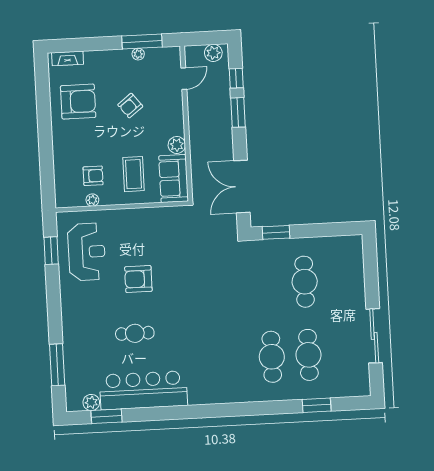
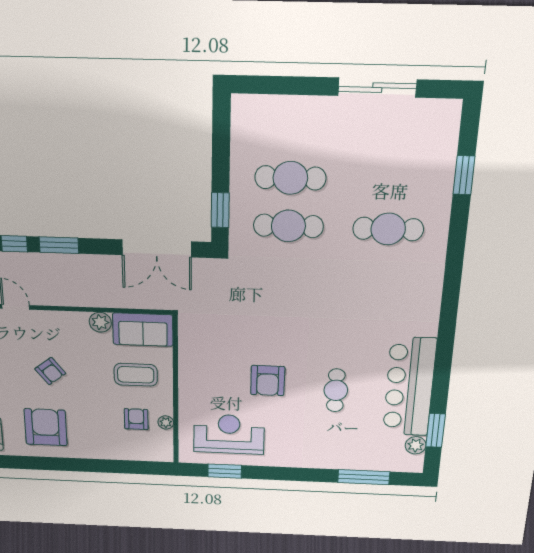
cafe table: (308, 355) -> (288, 226), moved

